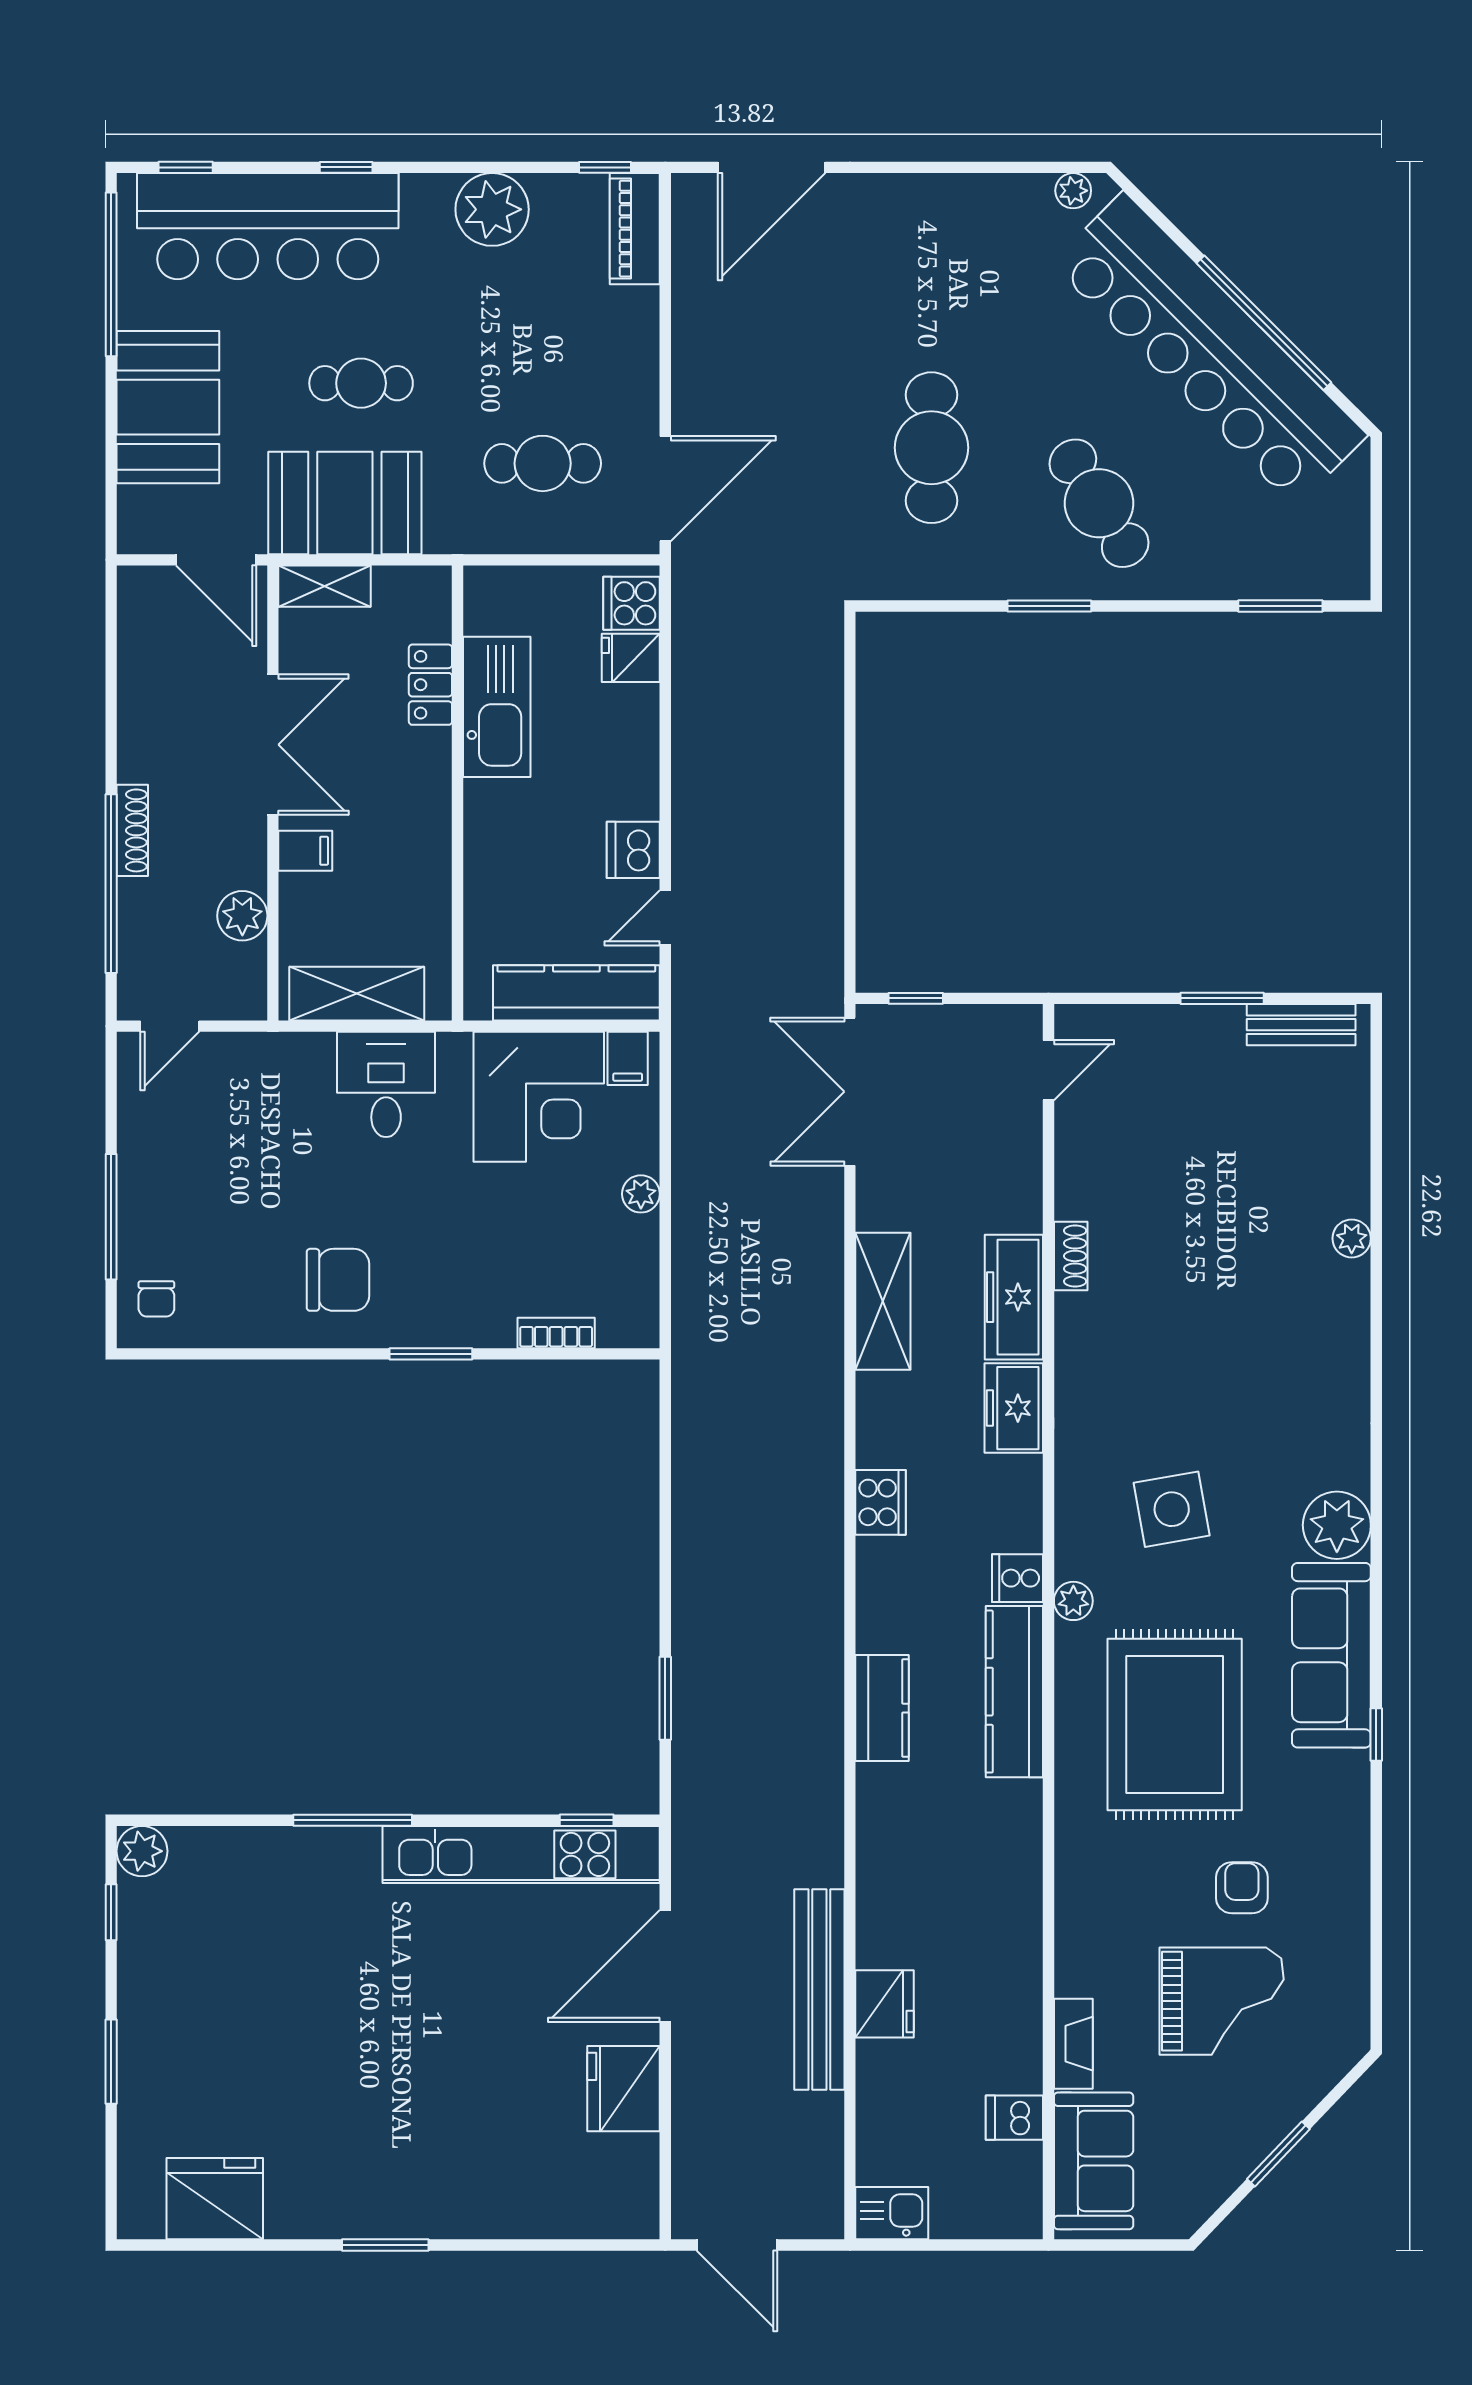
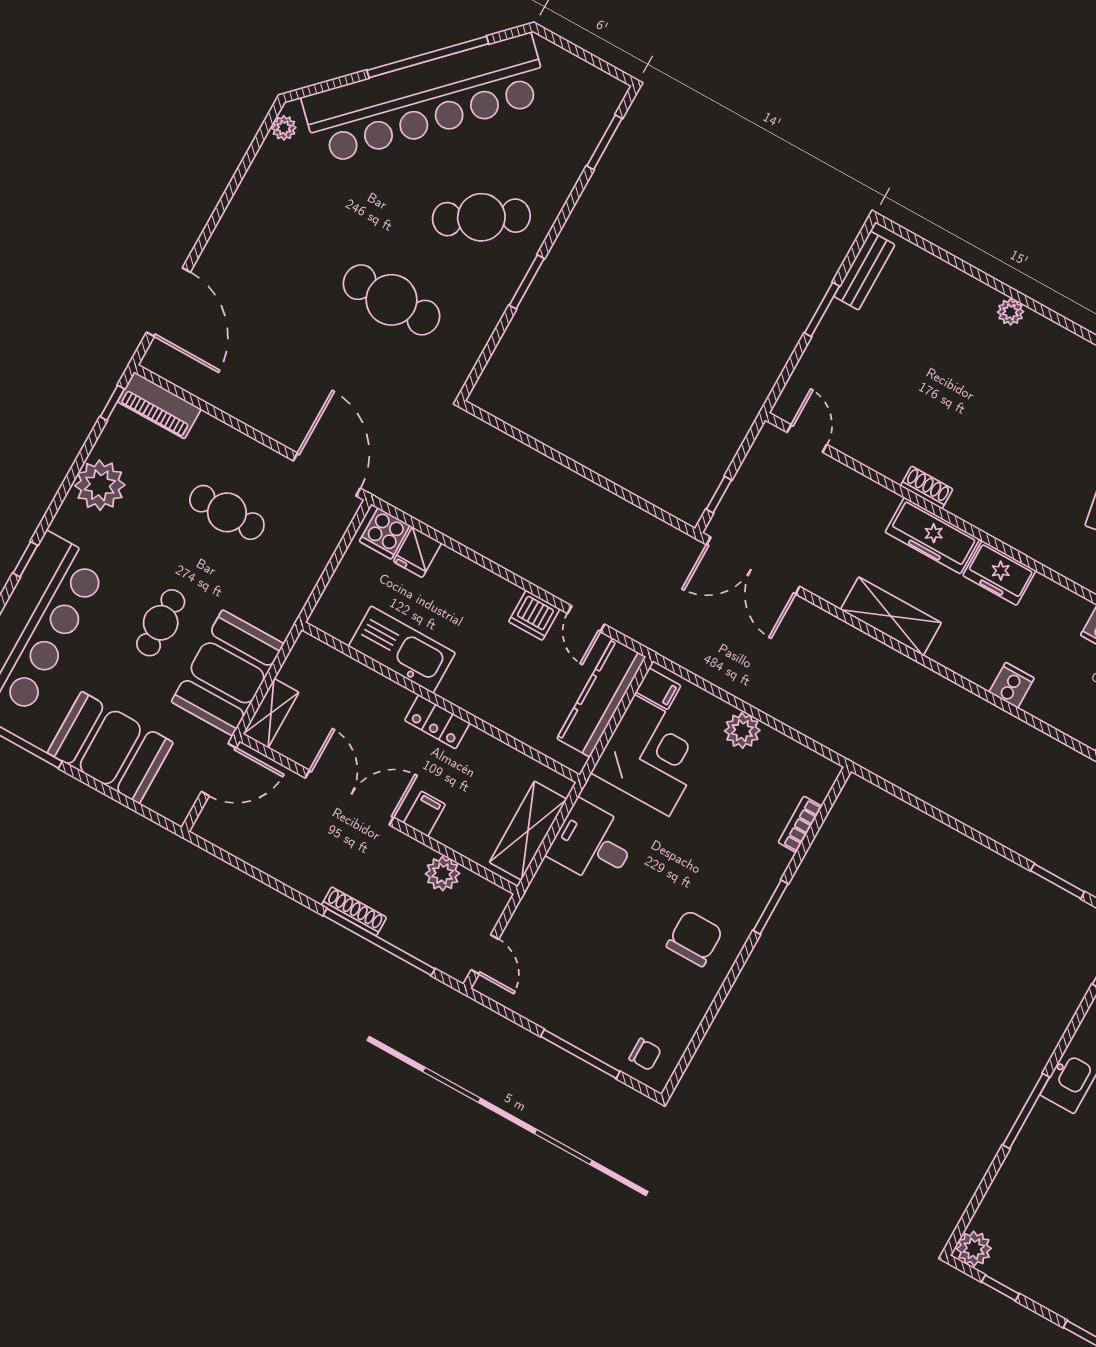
cafe table: (543, 463) -> (227, 512), moved, turned 90
locker: (430, 685) -> (437, 722), moved
plant: (641, 1194) -> (742, 731), width x1.38, depth x1.38
cooker: (881, 1502) -> (1012, 685), width x0.73

